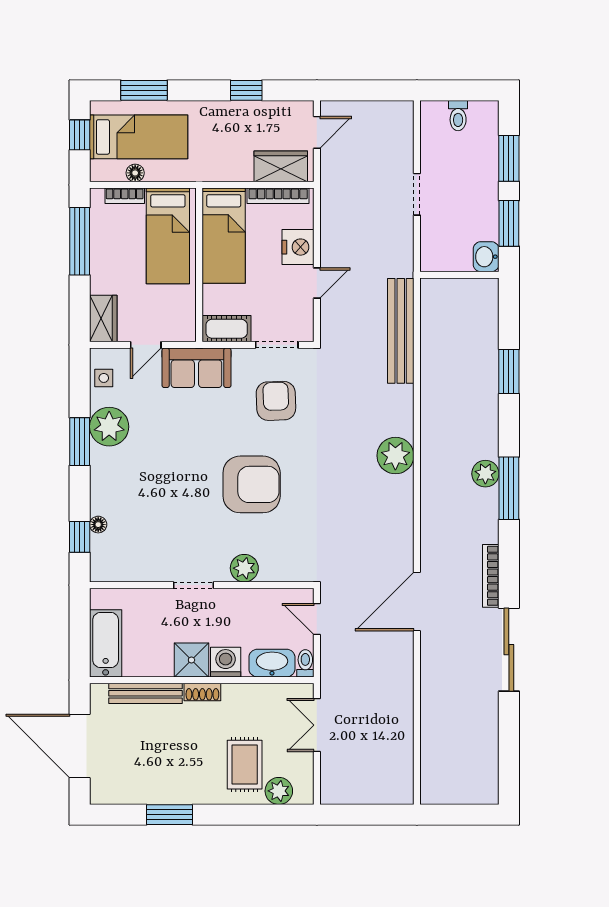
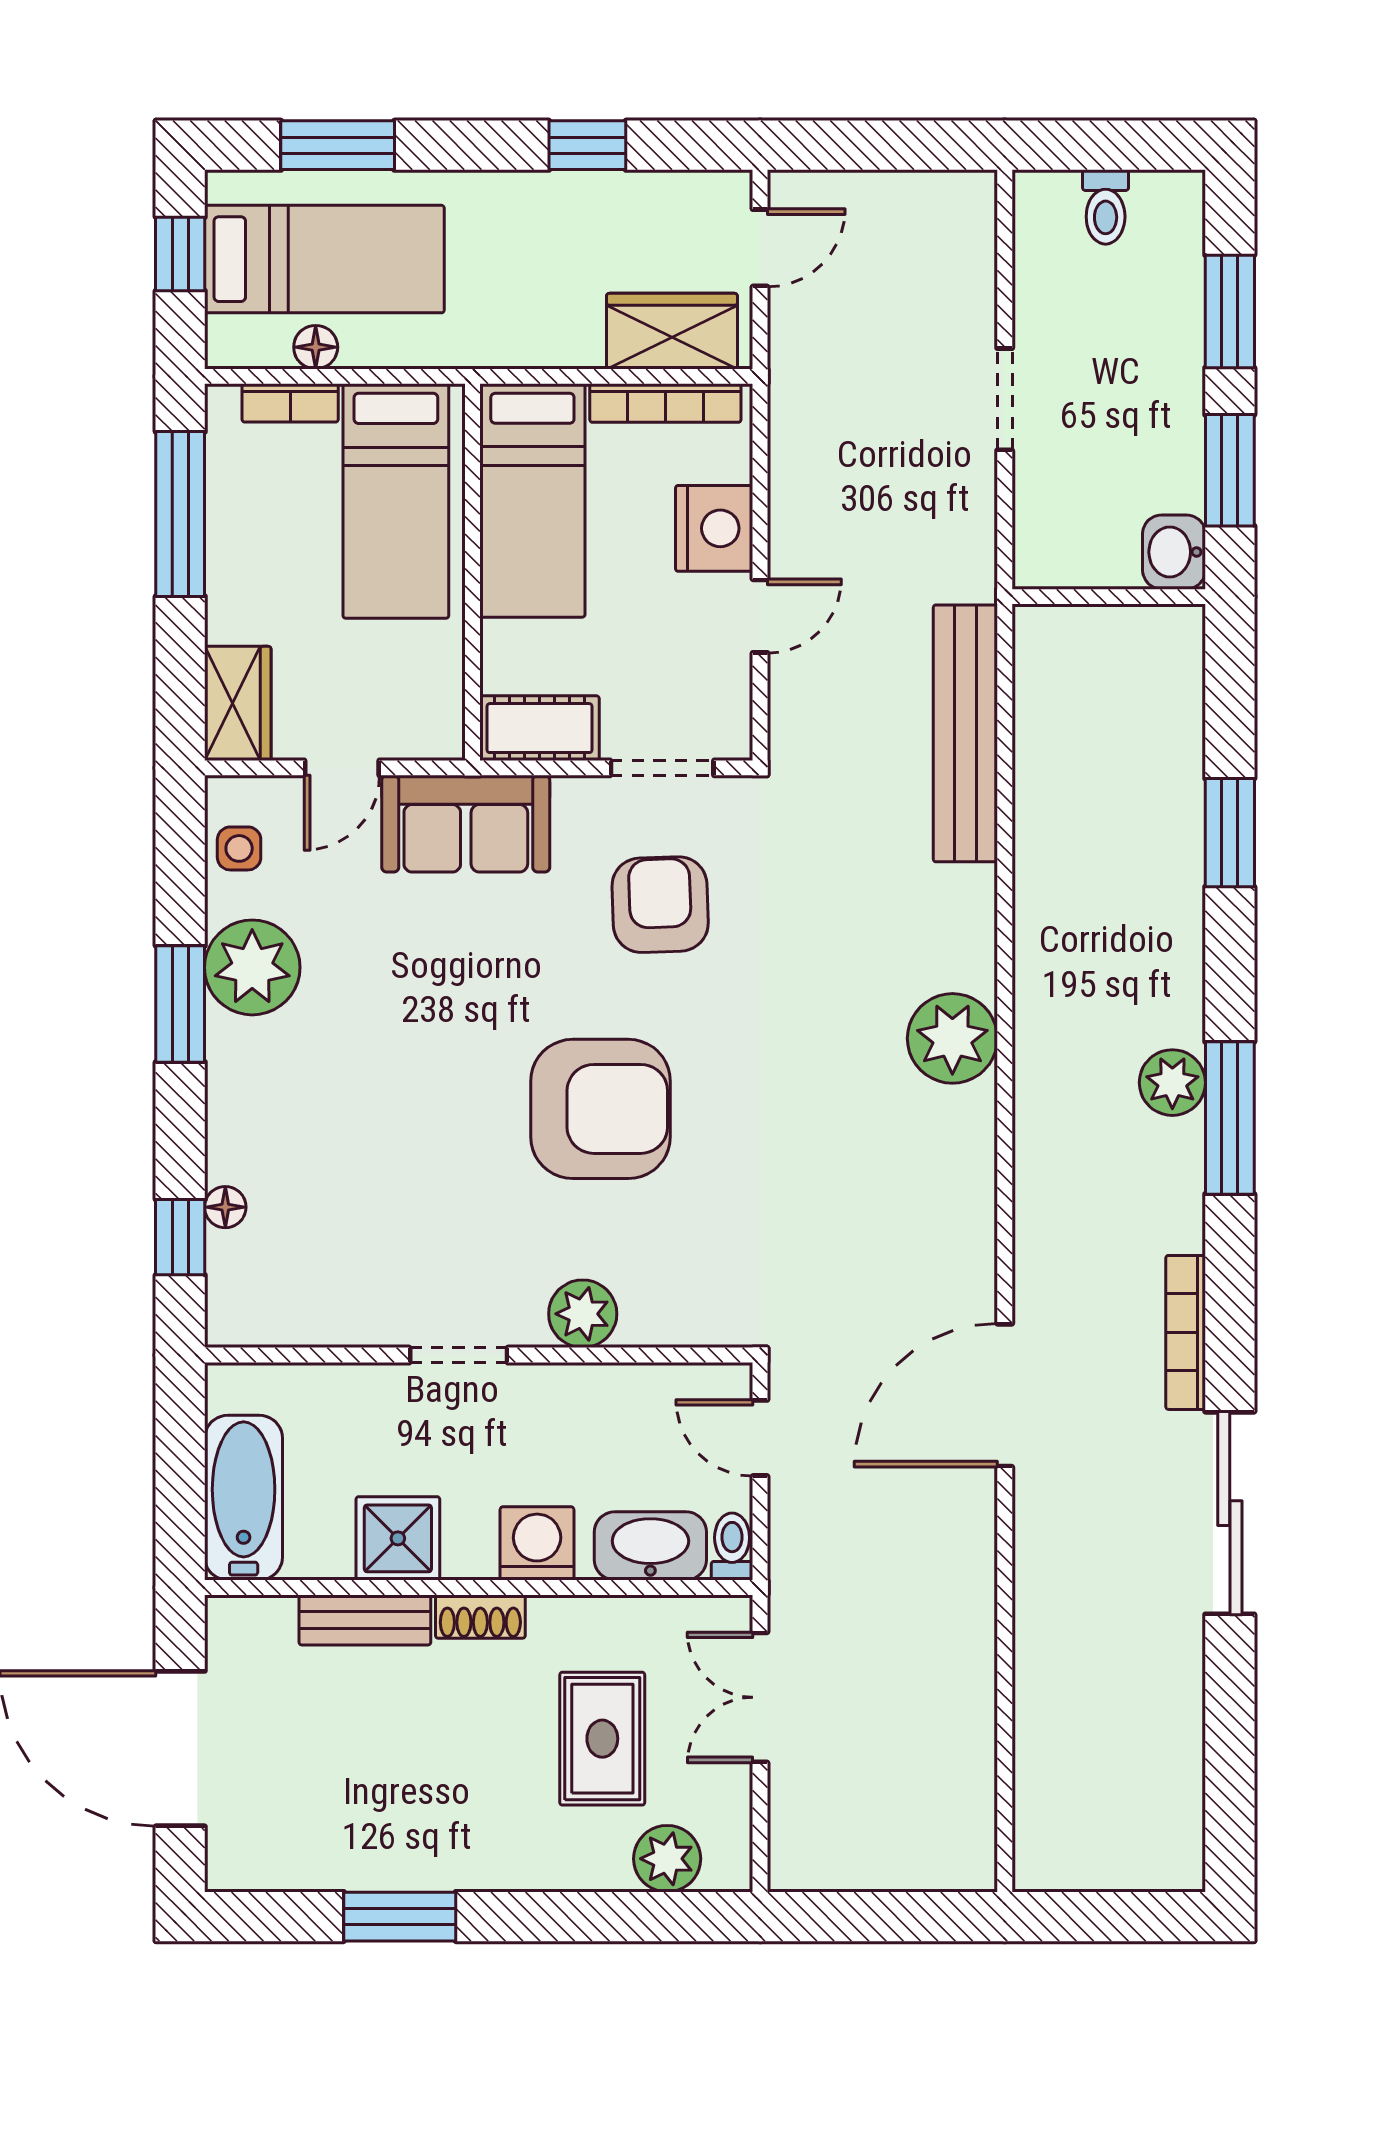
shower: (191, 660) -> (398, 1538), moved
bench: (145, 693) -> (365, 1620), width x0.73
rug: (245, 765) -> (602, 1739), moved

